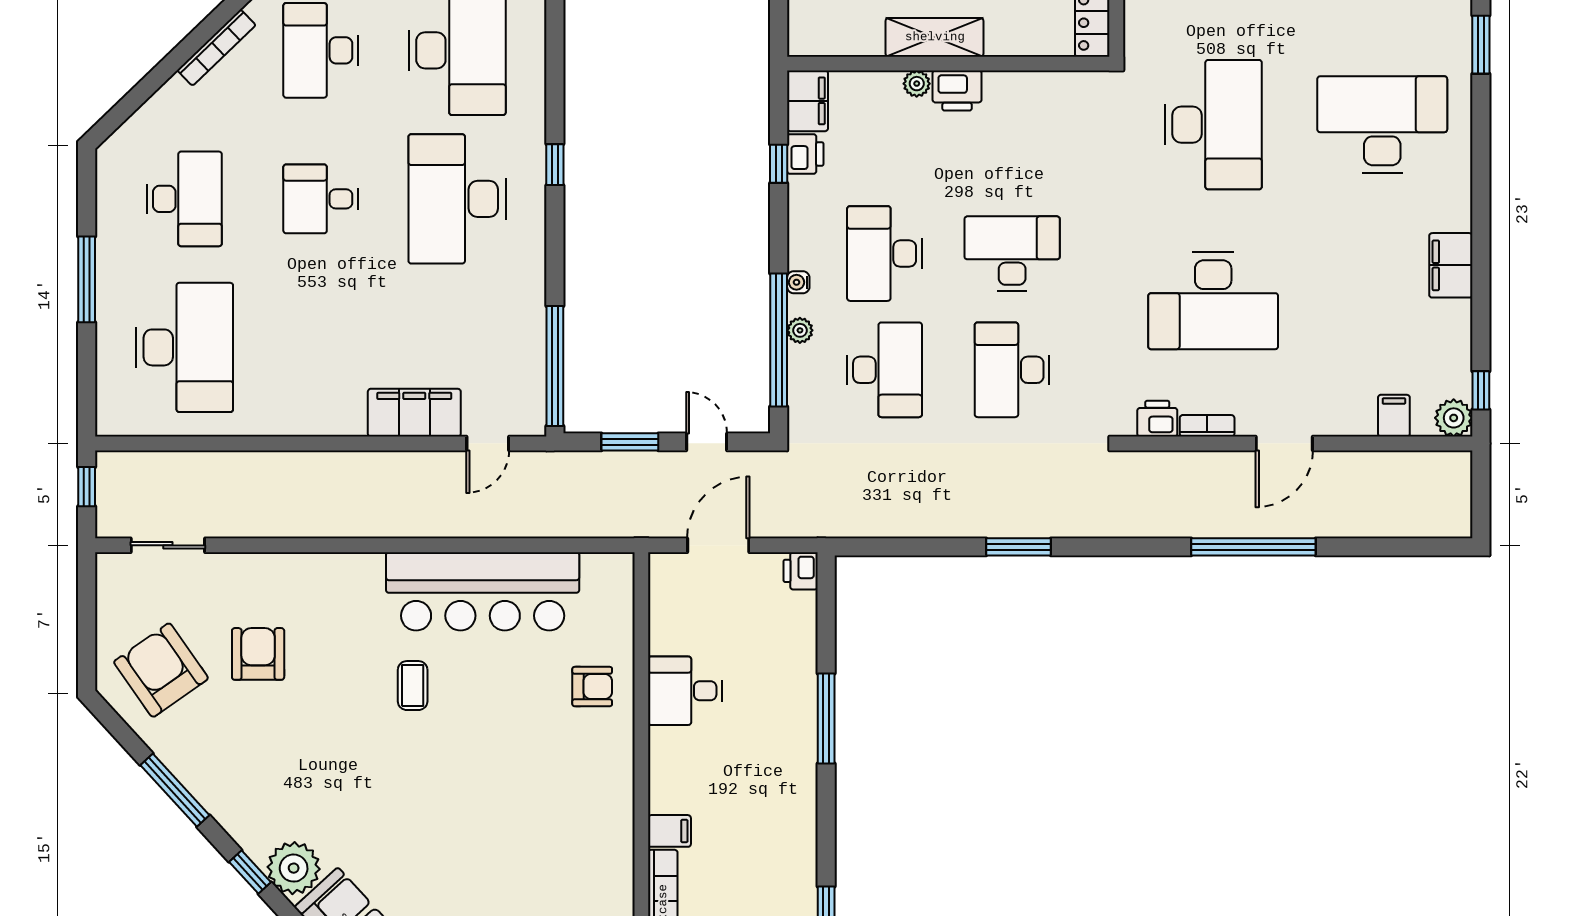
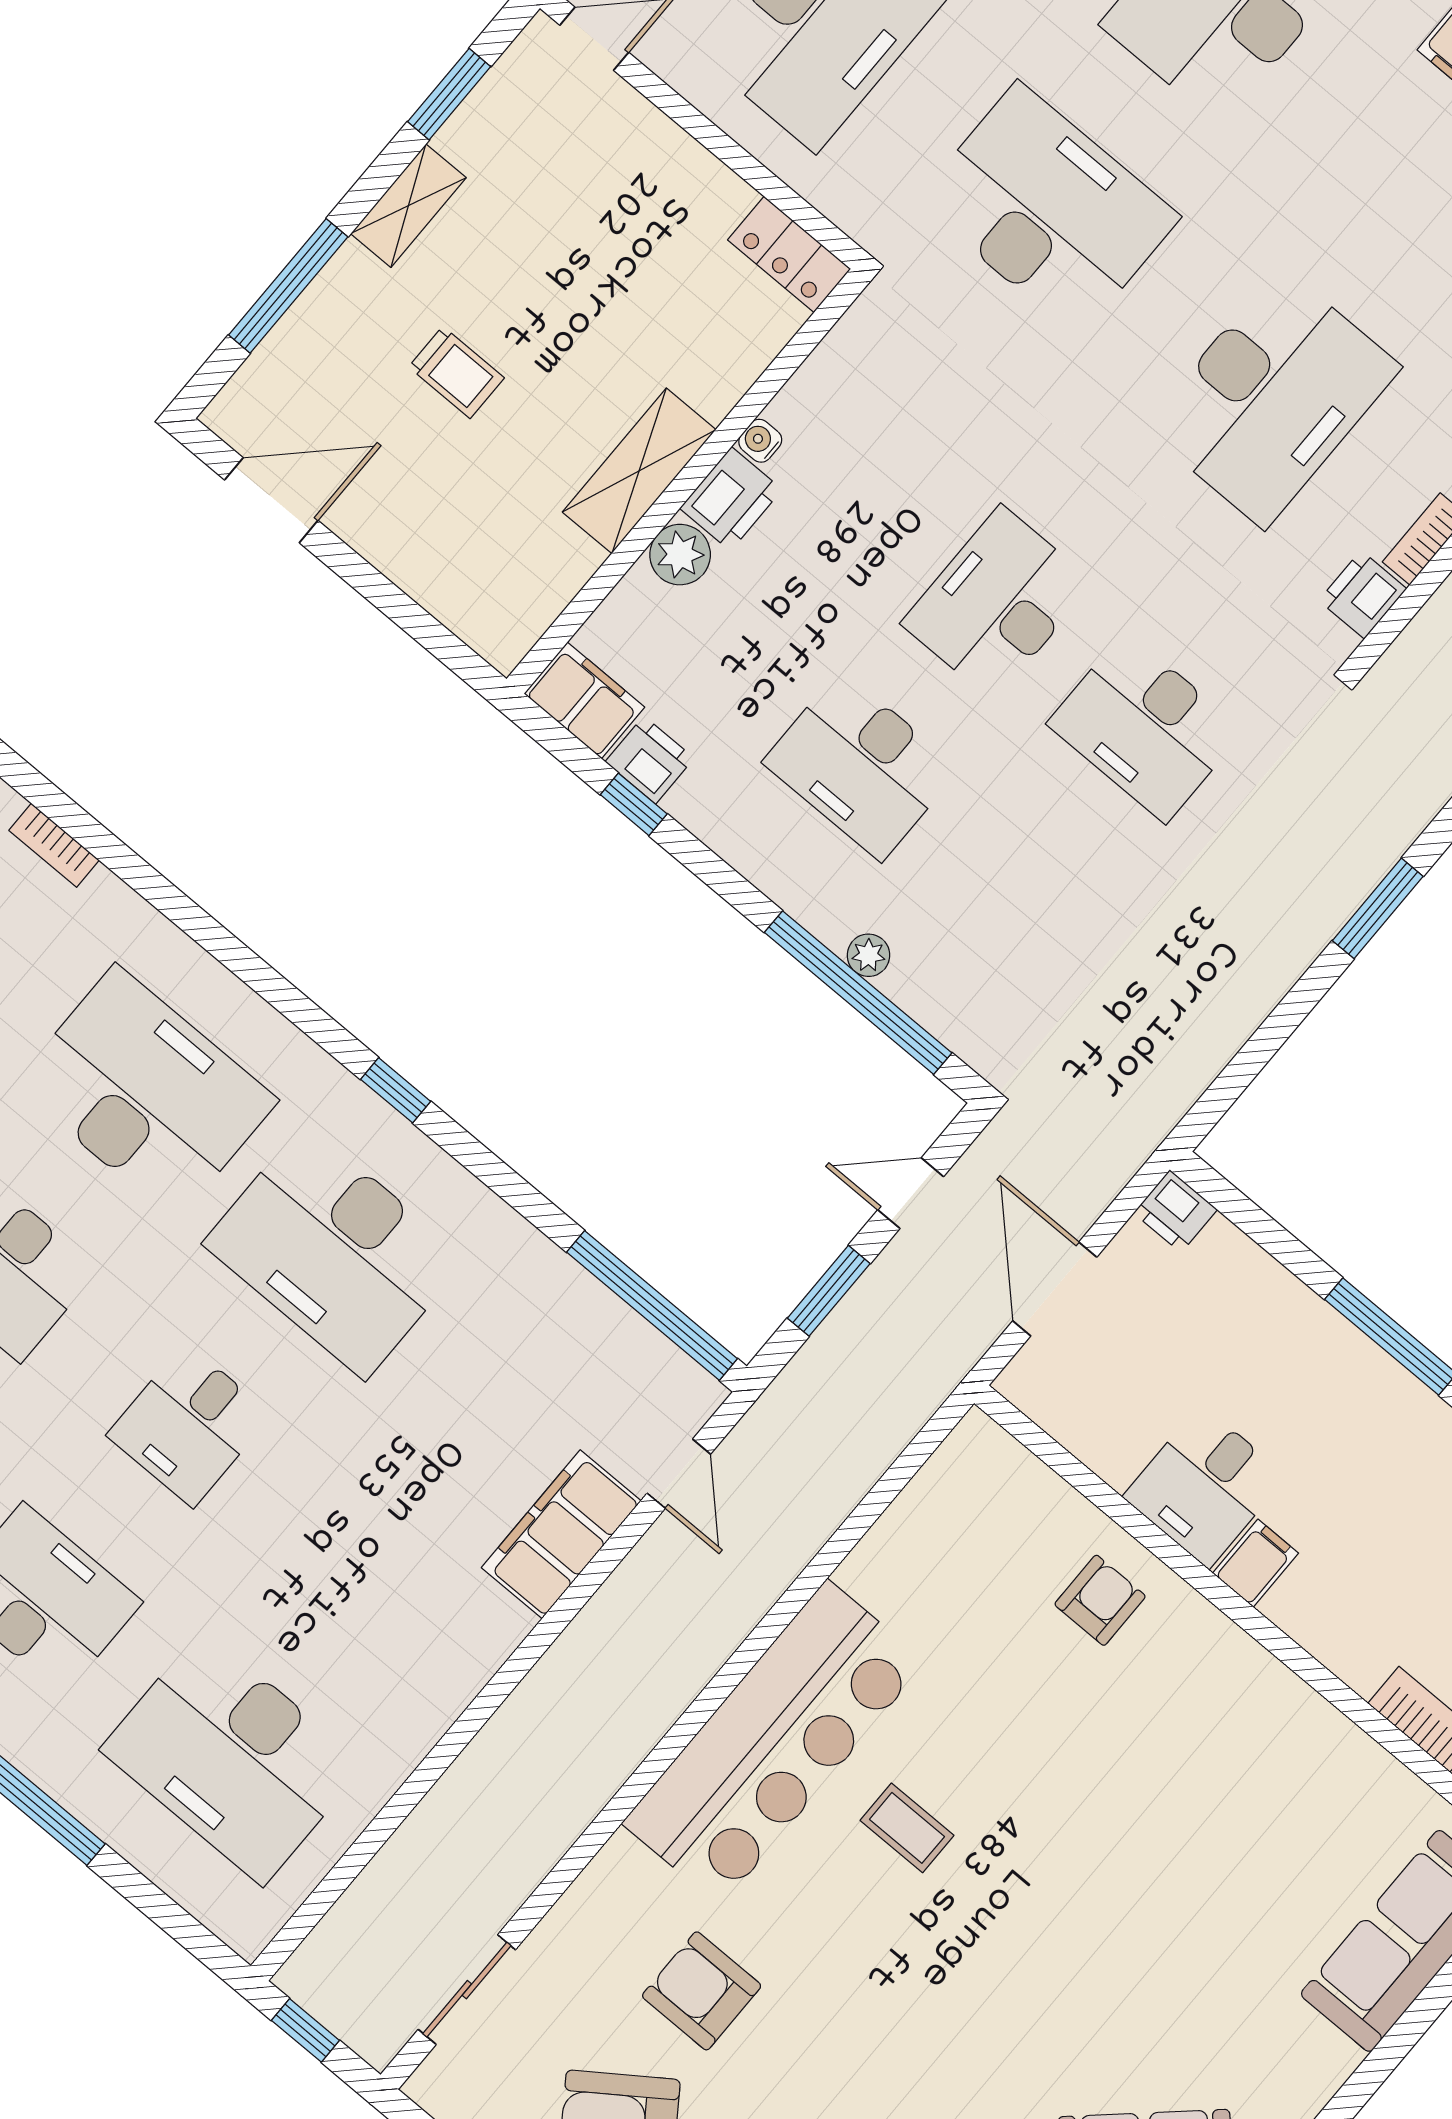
plant: (917, 84) -> (680, 555), width x1.38, depth x1.38
water cooler: (798, 282) -> (760, 441), moved, turned 90
desk: (184, 347) -> (233, 1757), turned 180
desk: (885, 370) -> (1009, 890), removed
bar counter: (483, 591) -> (774, 1743), moved
filing cabinet: (669, 831) -> (1256, 1563), moved

